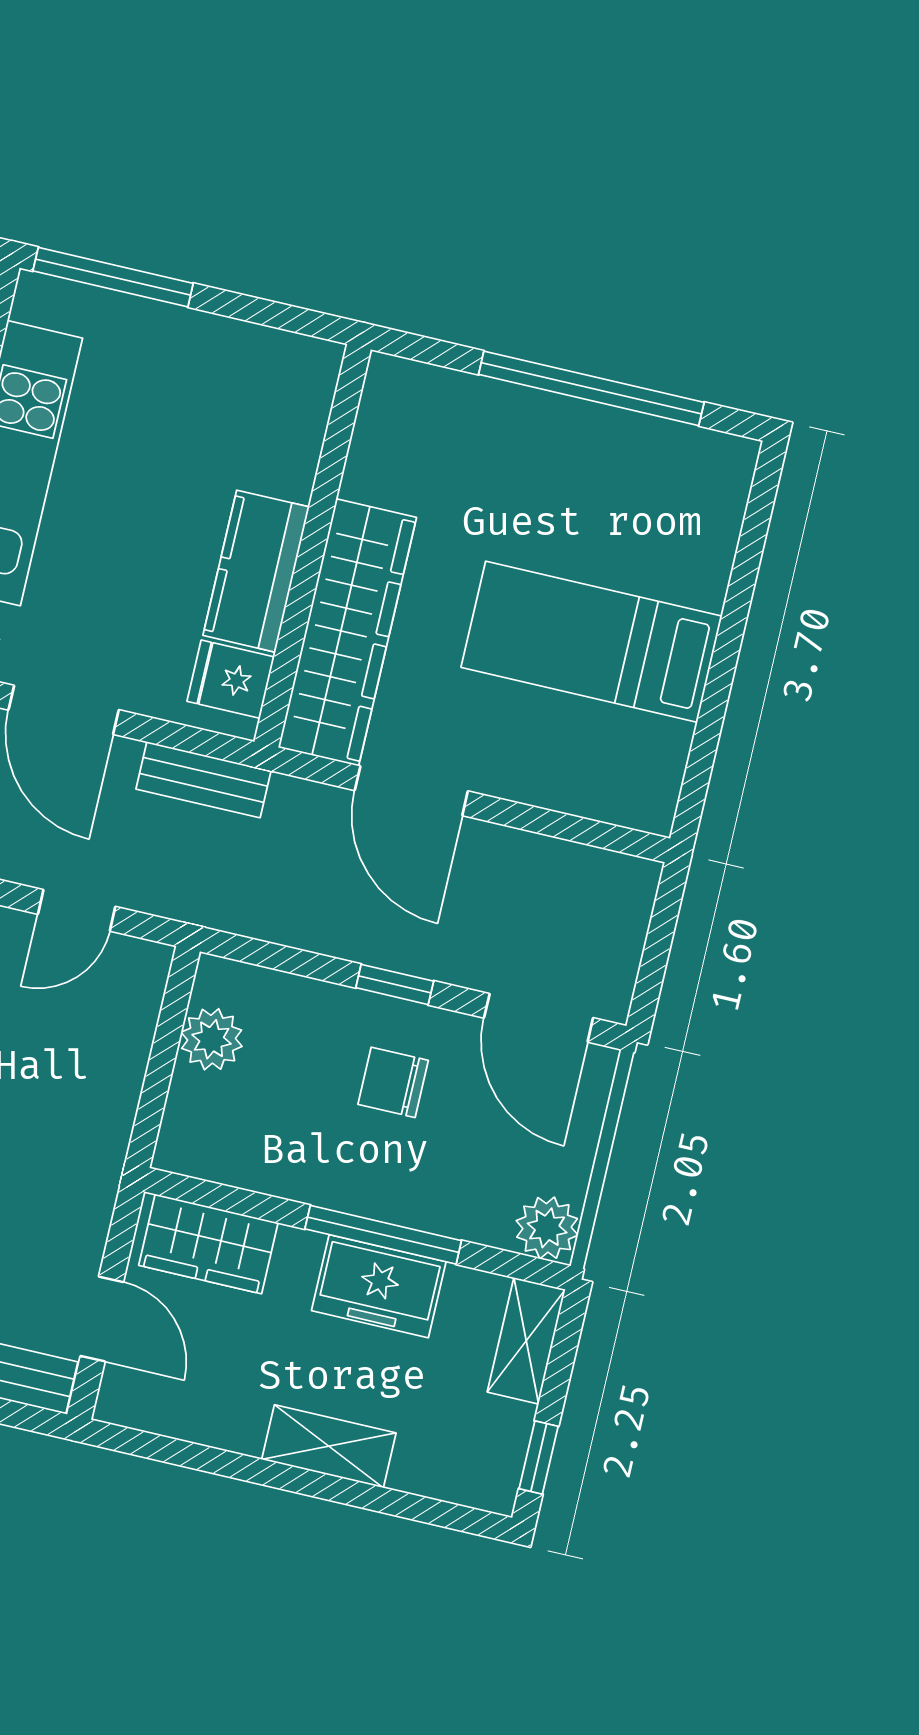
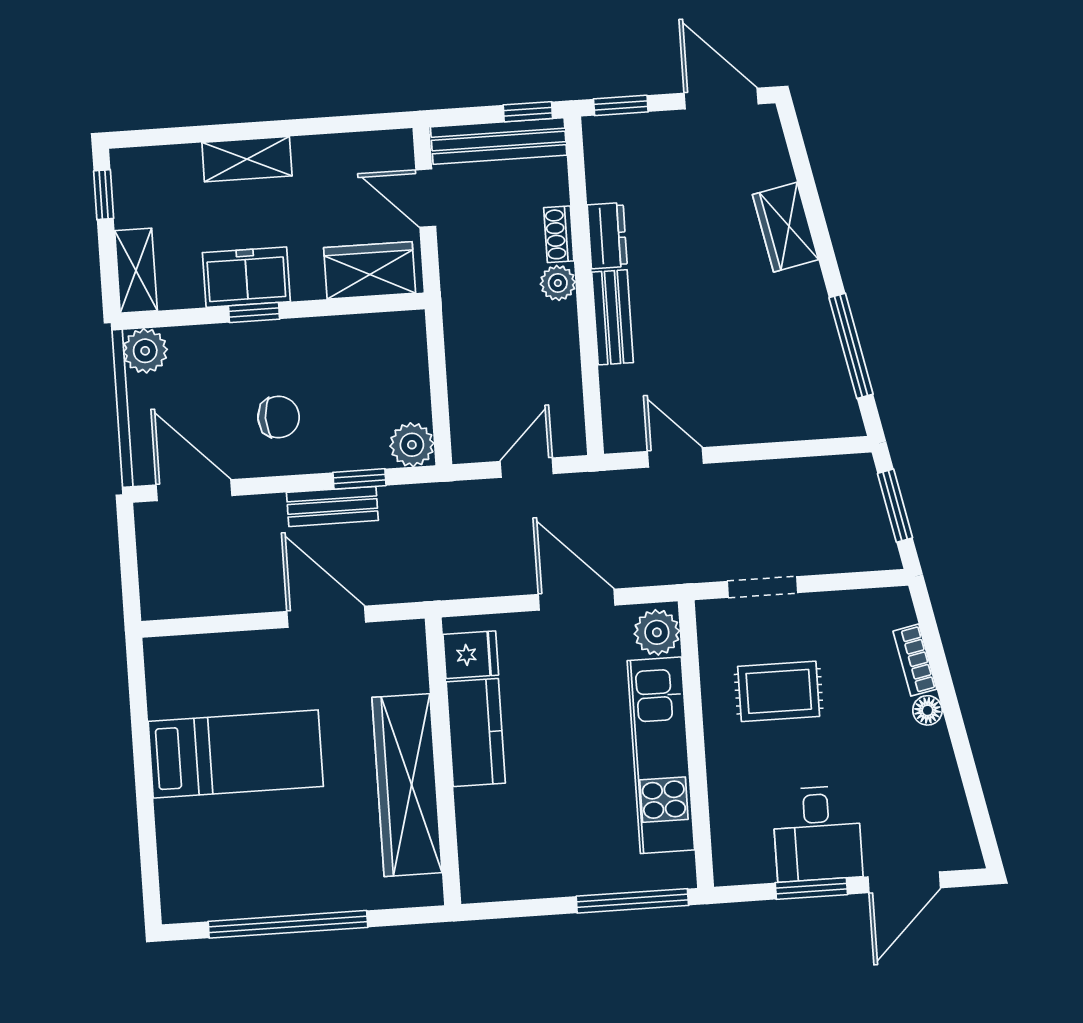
wardrobe: (347, 632) -> (407, 785), moved
bench: (203, 780) -> (332, 506), moved
window: (395, 984) -> (359, 479), moved
plant: (212, 1039) -> (412, 445), moved
window: (383, 1235) -> (254, 313), width x0.46

